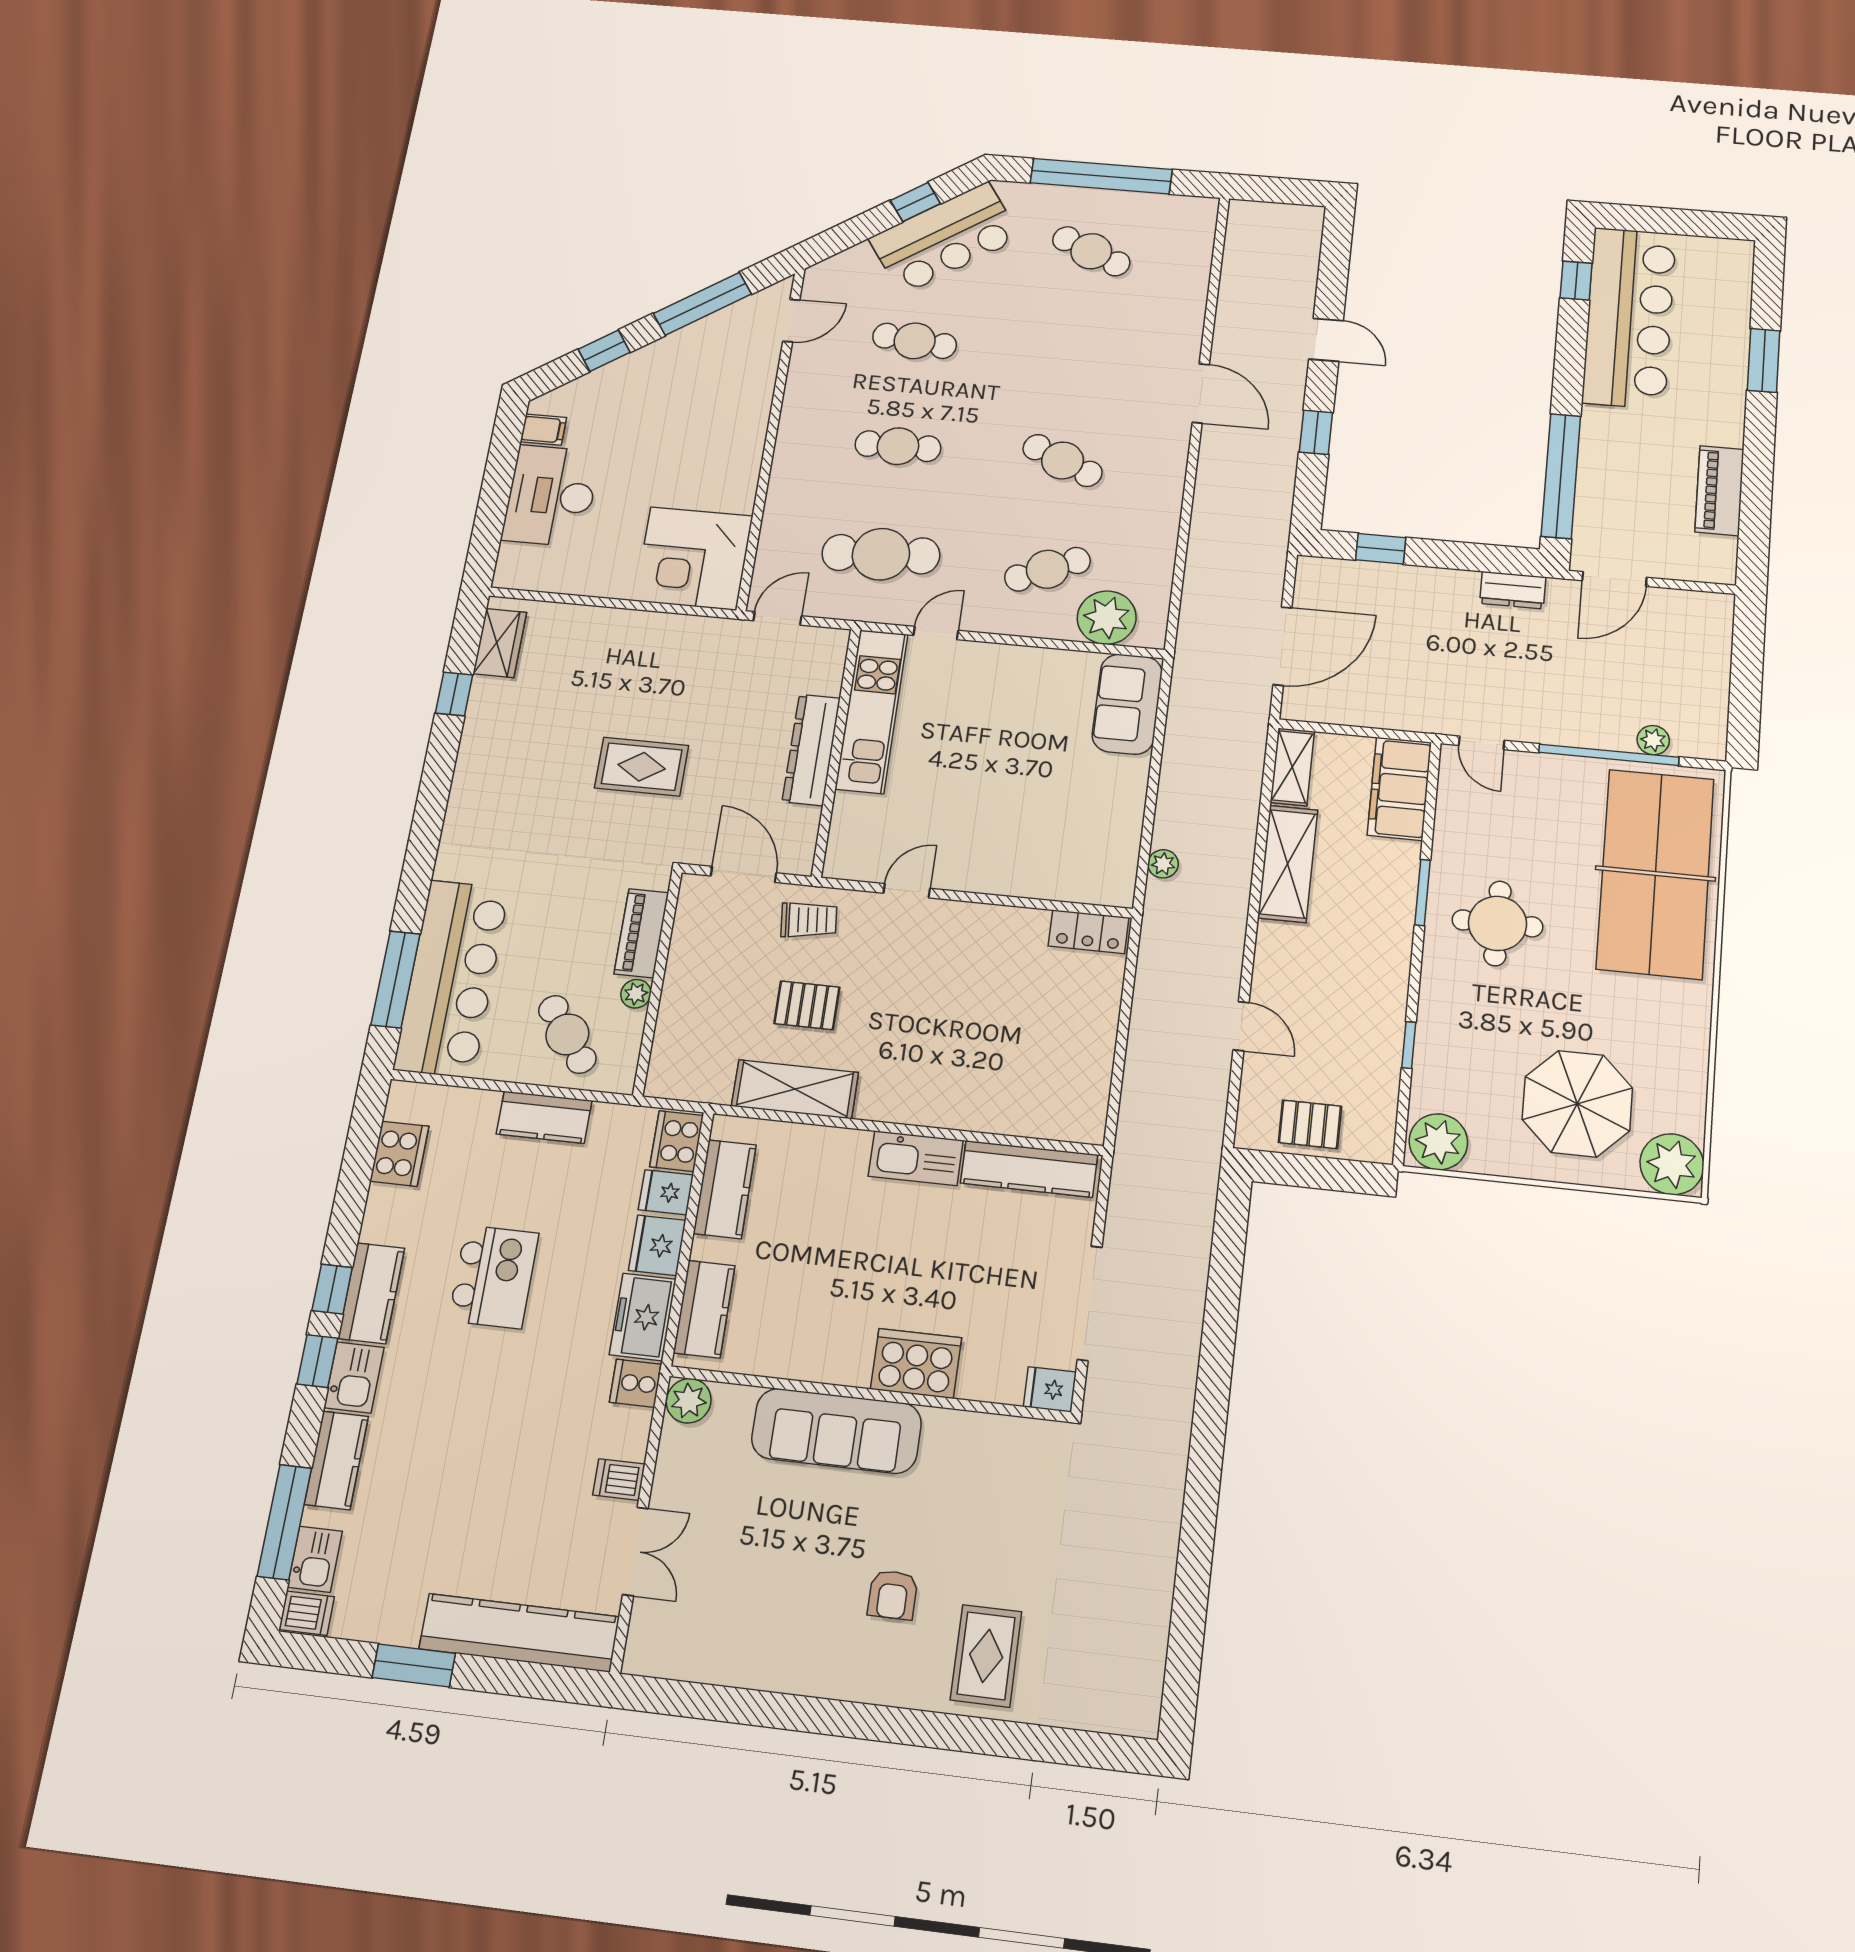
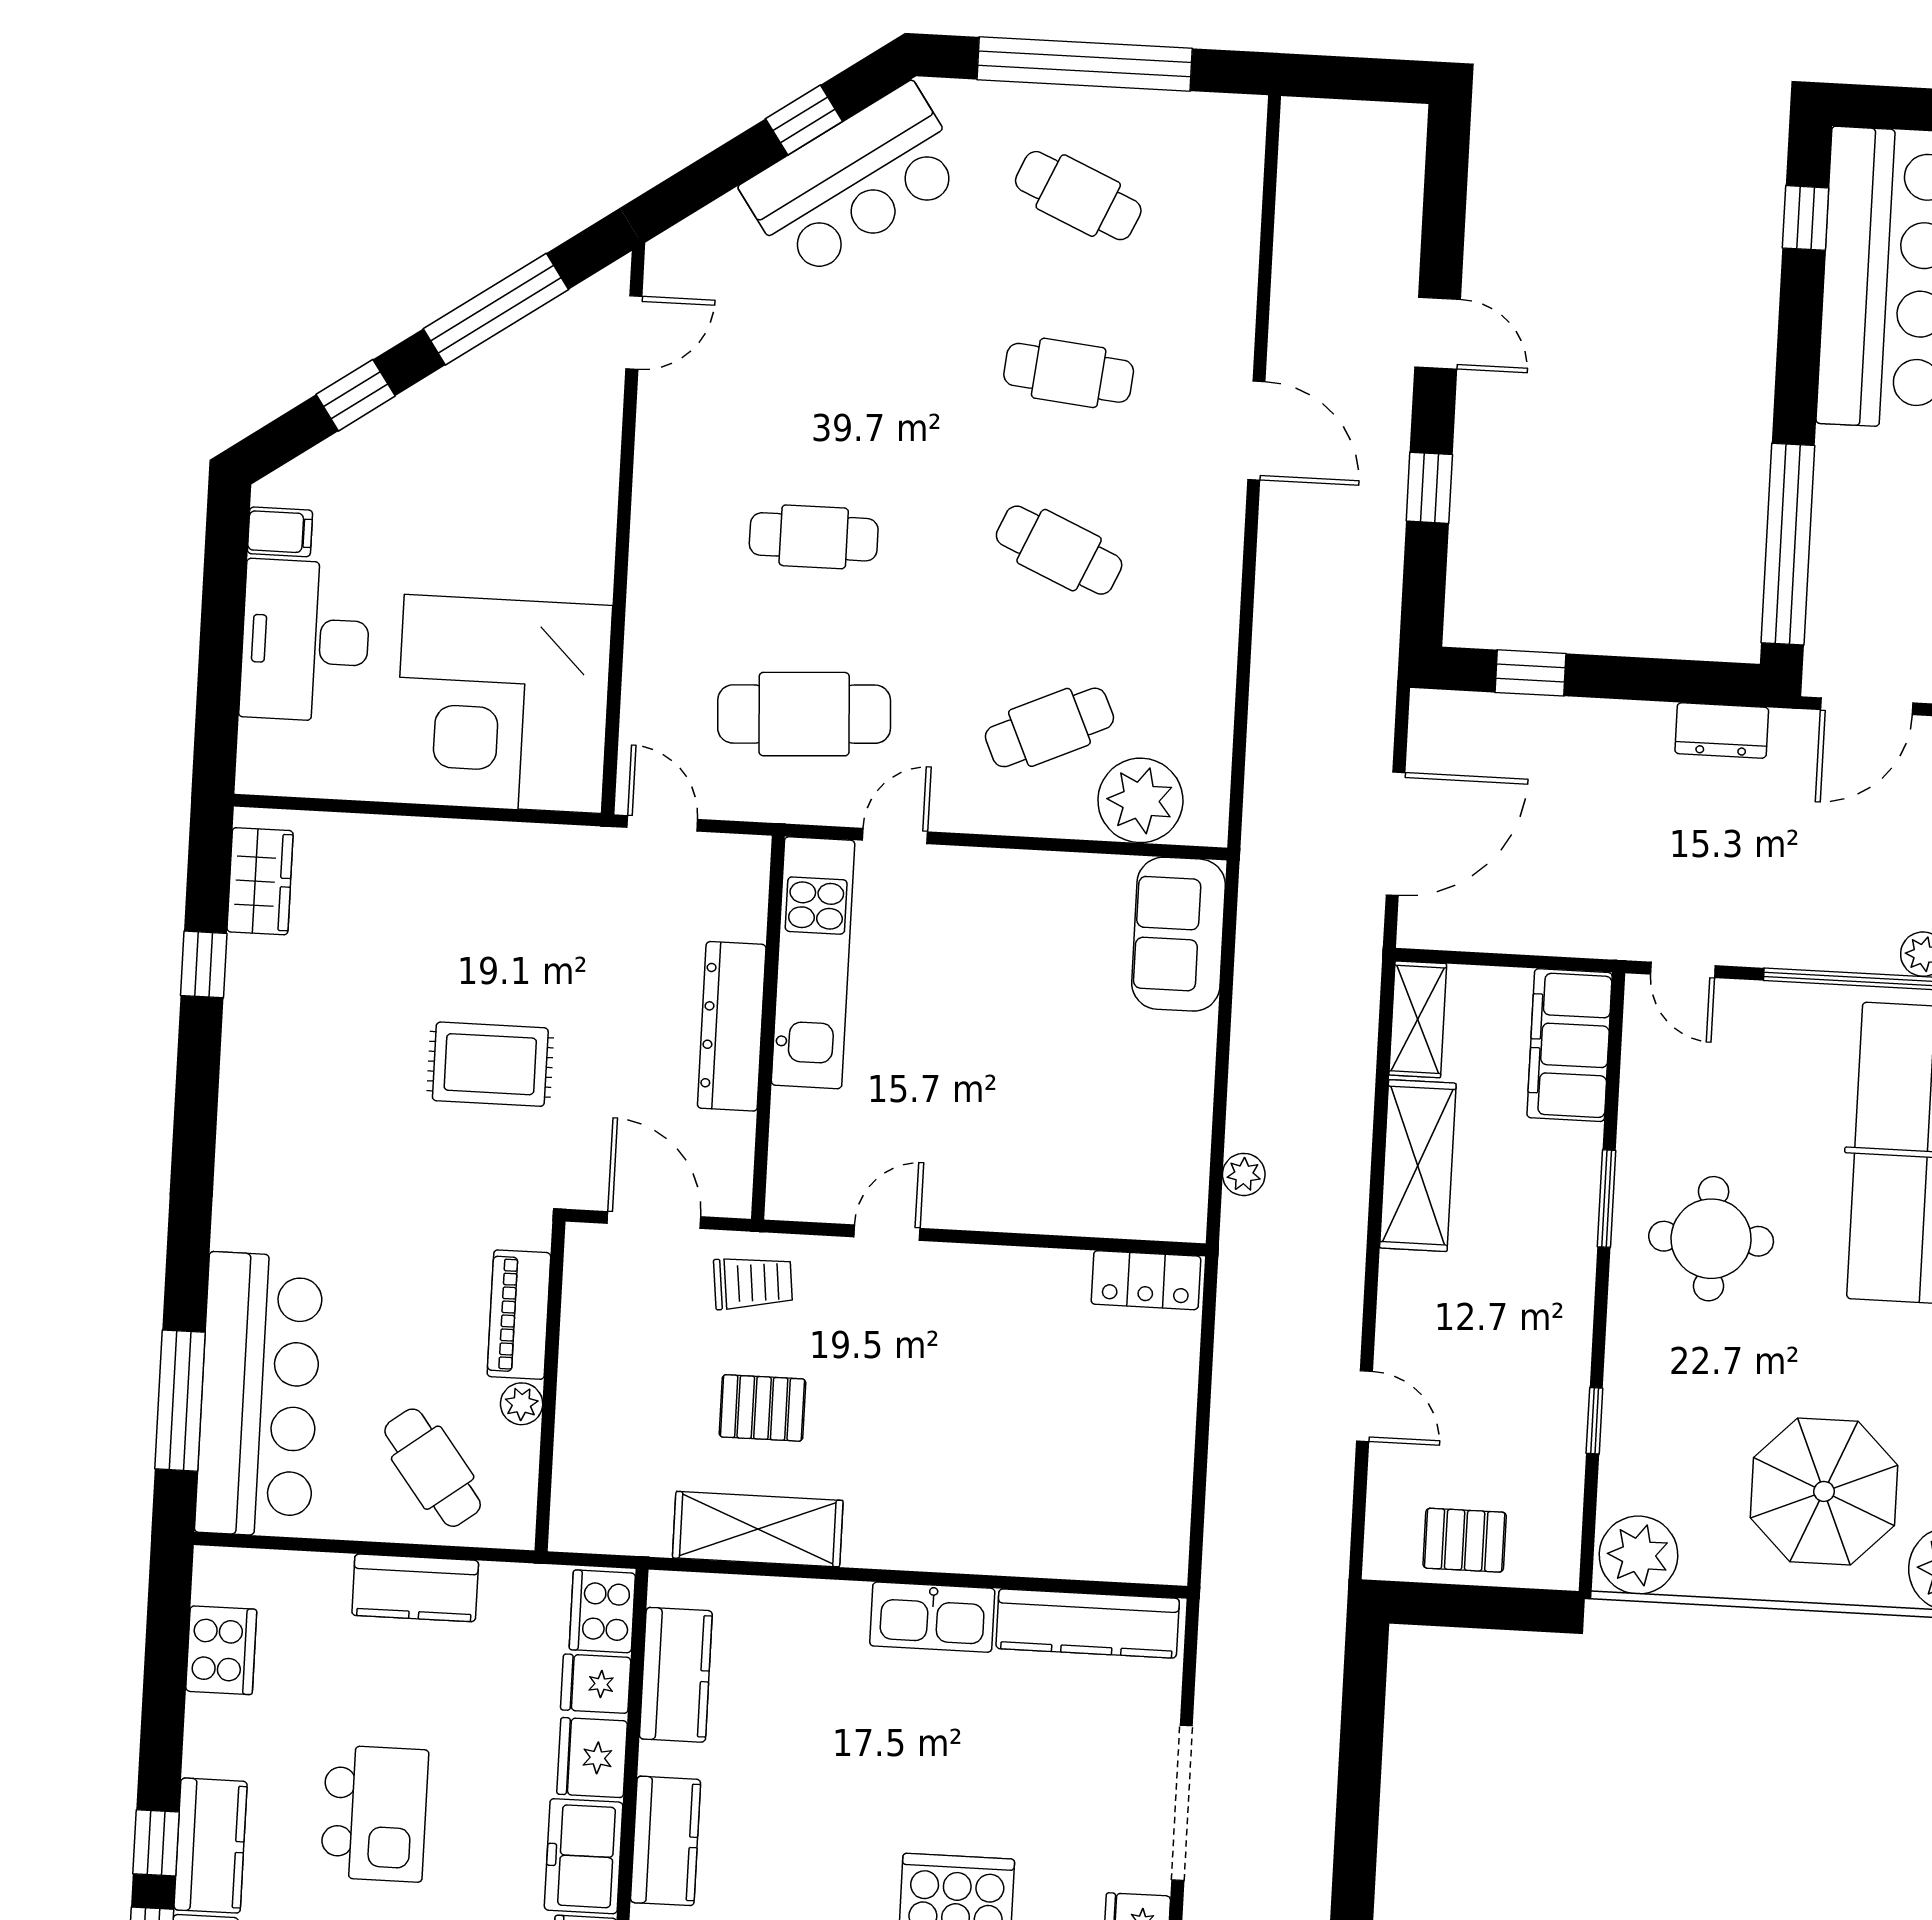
cafe table: (915, 341) -> (1069, 373), moved
corner desk: (694, 558) -> (503, 704), width x1.36, depth x1.36
door: (777, 618) -> (662, 823), hinge flipped

